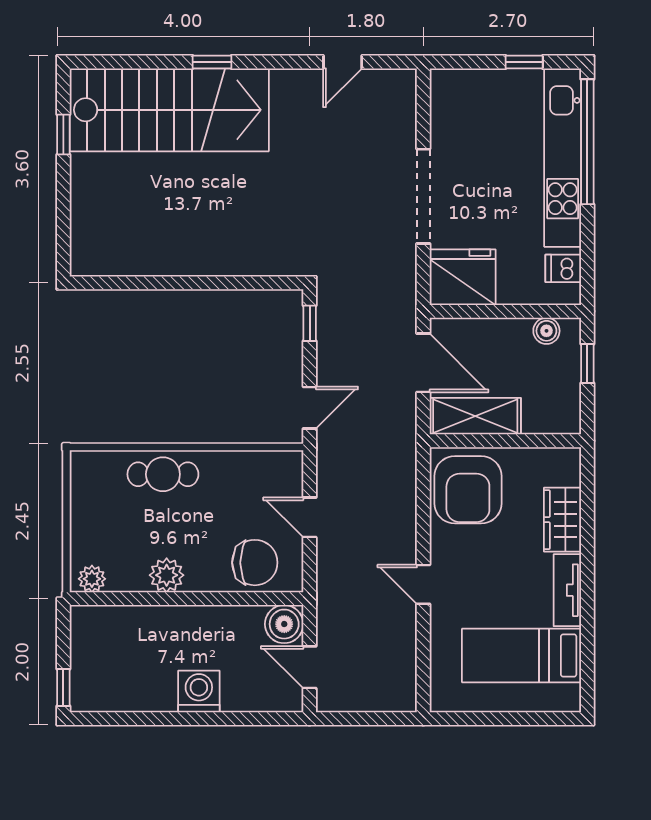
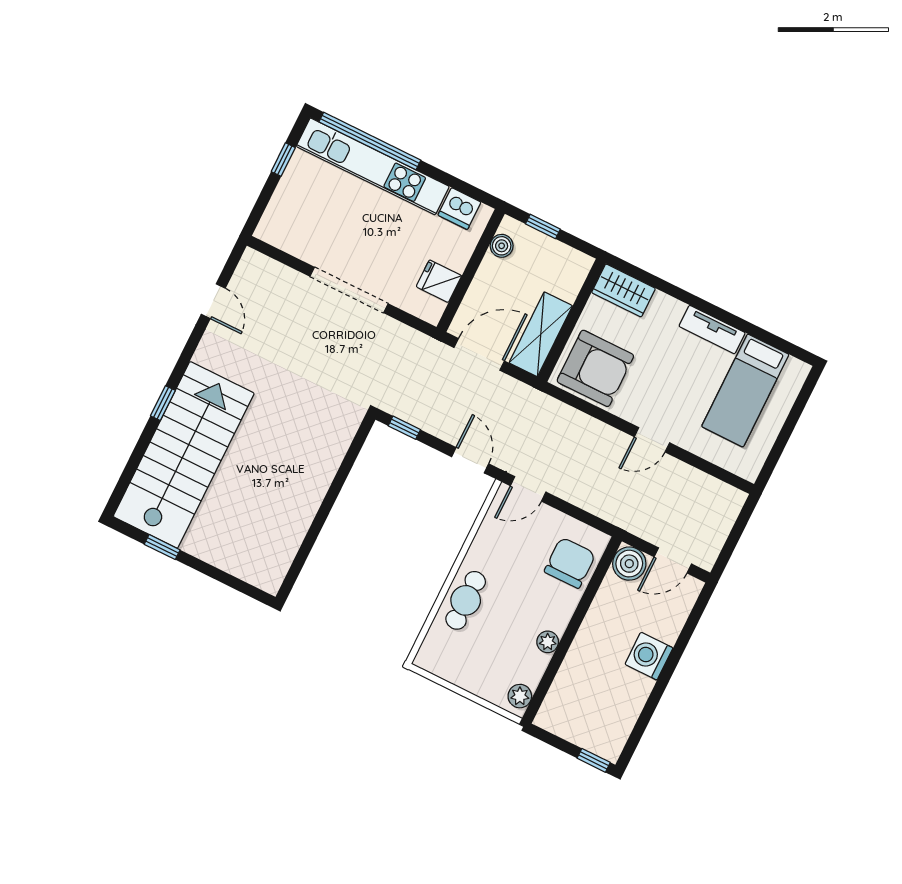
dishwasher: (563, 268) -> (459, 209), width x1.38
fridge: (463, 277) -> (439, 281), width x0.53, depth x0.75
door: (310, 517) -> (528, 489), moved
wardrobe: (563, 520) -> (624, 290), moved
plant: (167, 575) -> (548, 642), width x0.73, depth x0.73

